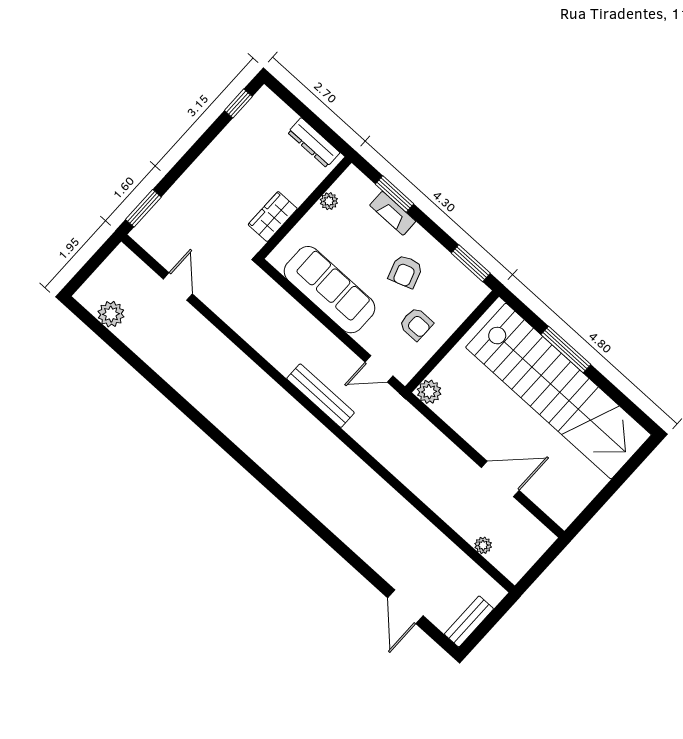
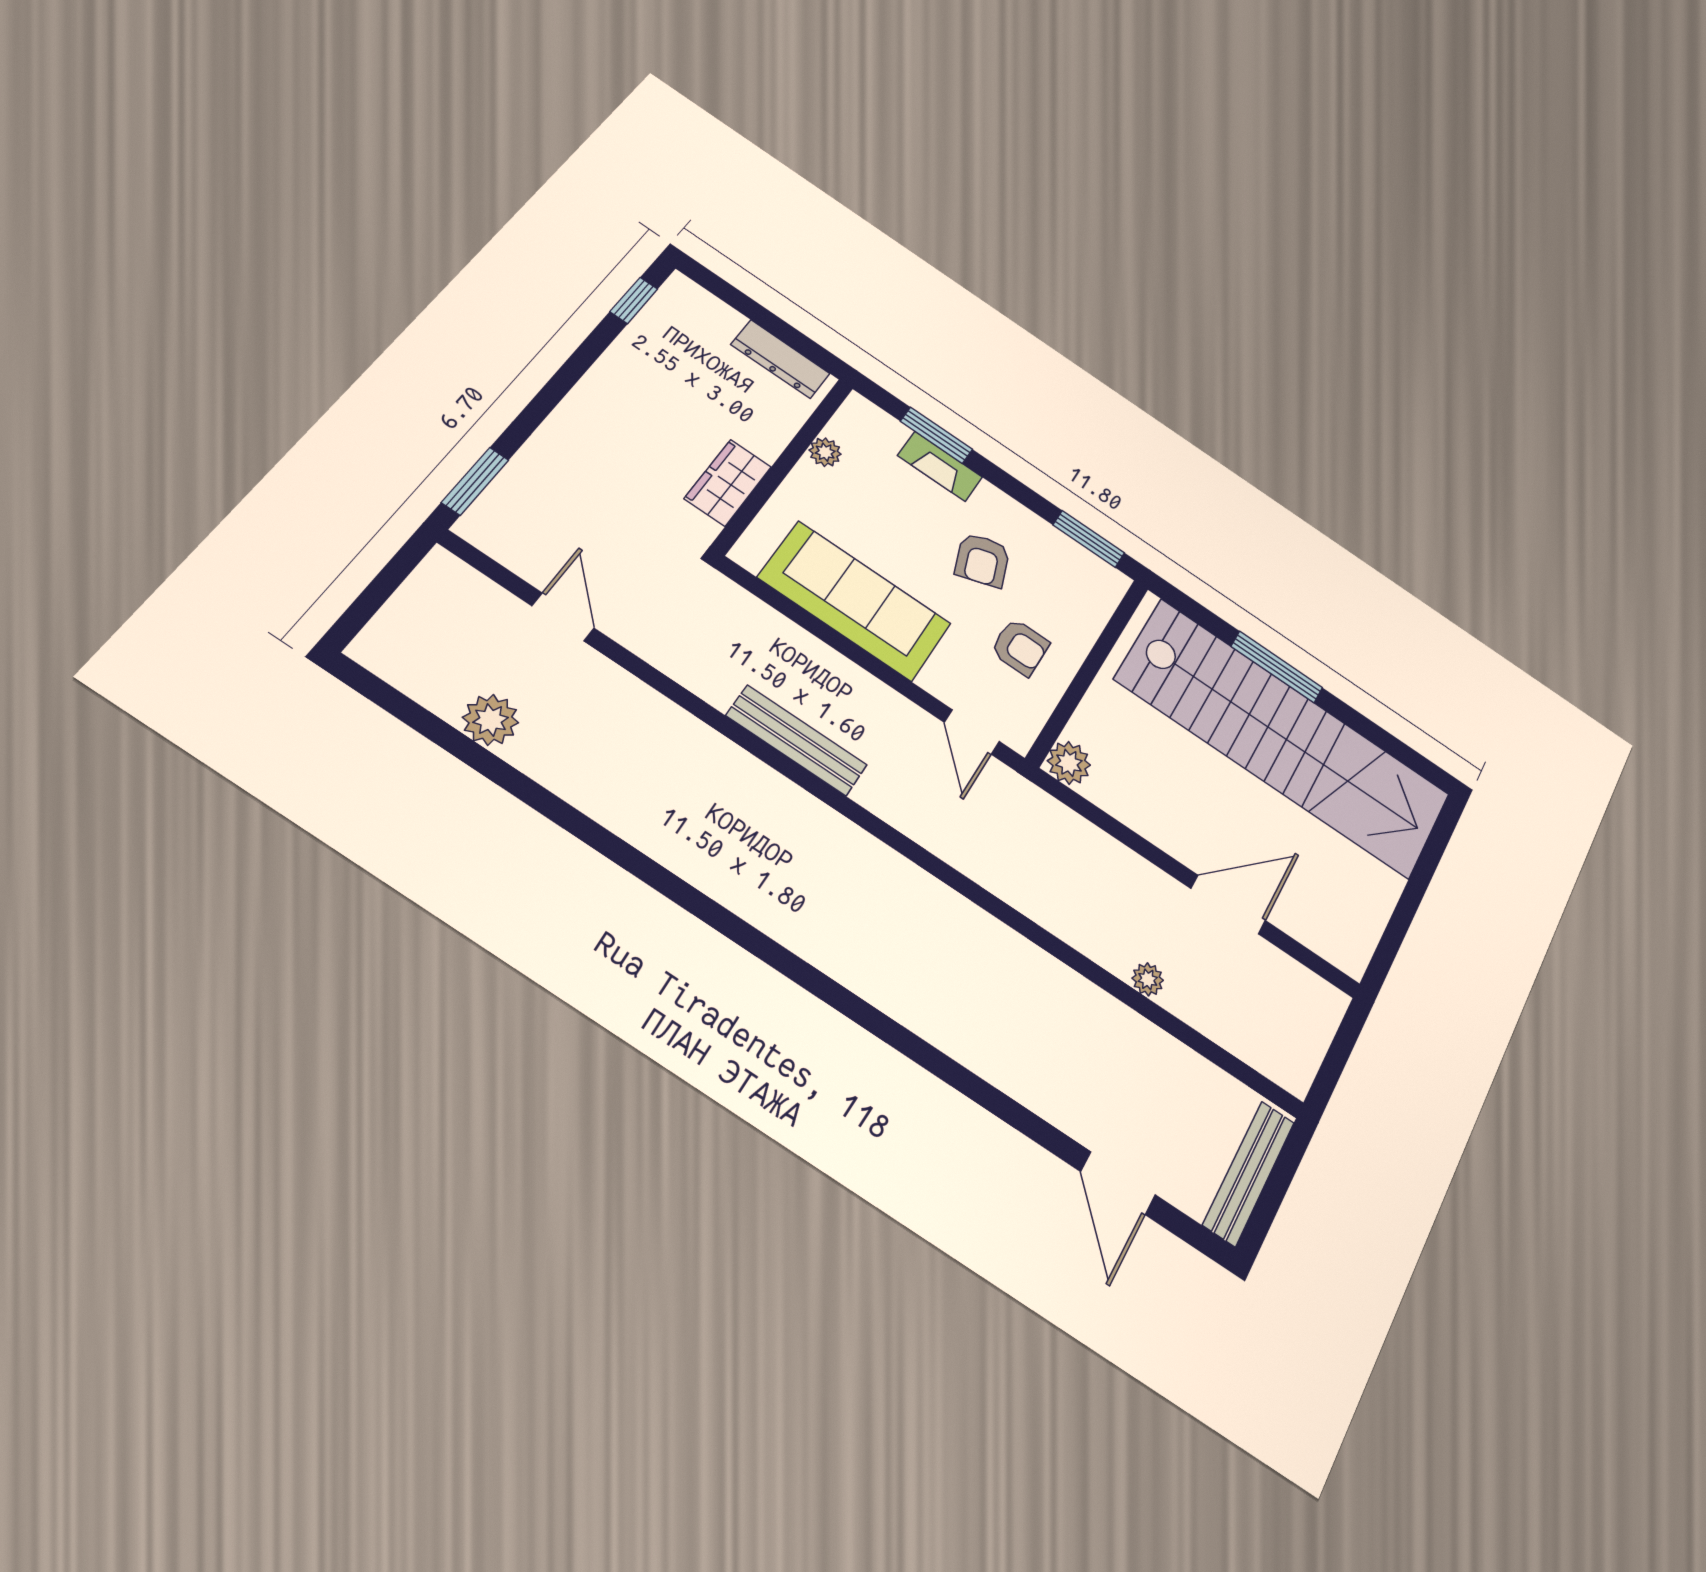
plant: (111, 314) -> (491, 720), moved
door: (379, 369) -> (972, 732), hinge flipped
bench: (321, 396) -> (797, 740), moved
plant: (483, 545) -> (1148, 979), moved
bench: (469, 621) -> (1249, 1173), width x1.36

